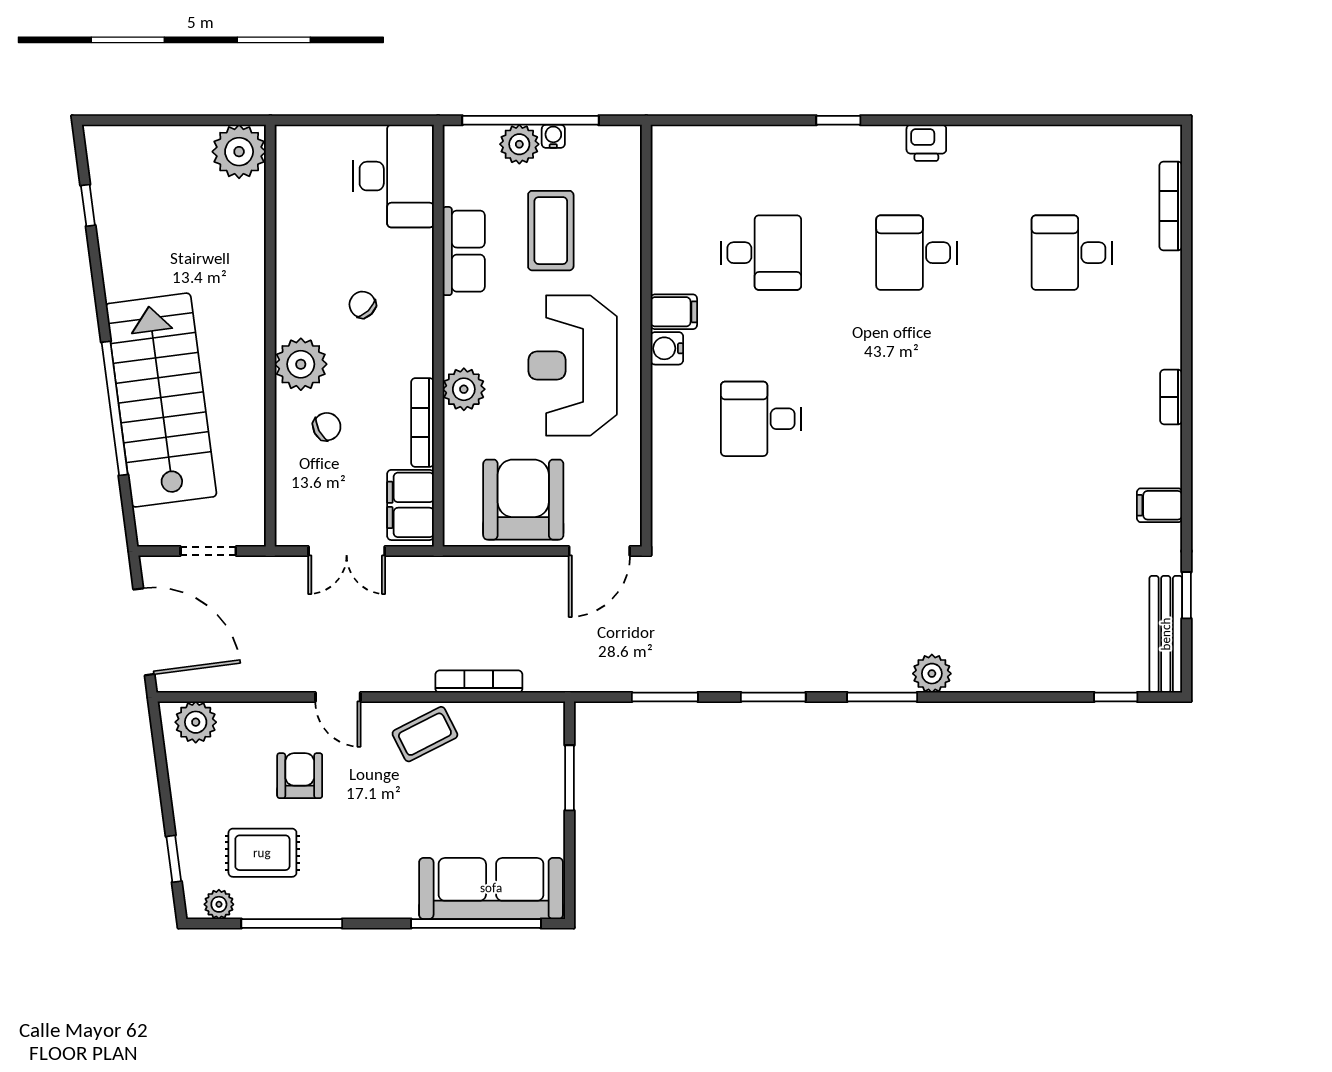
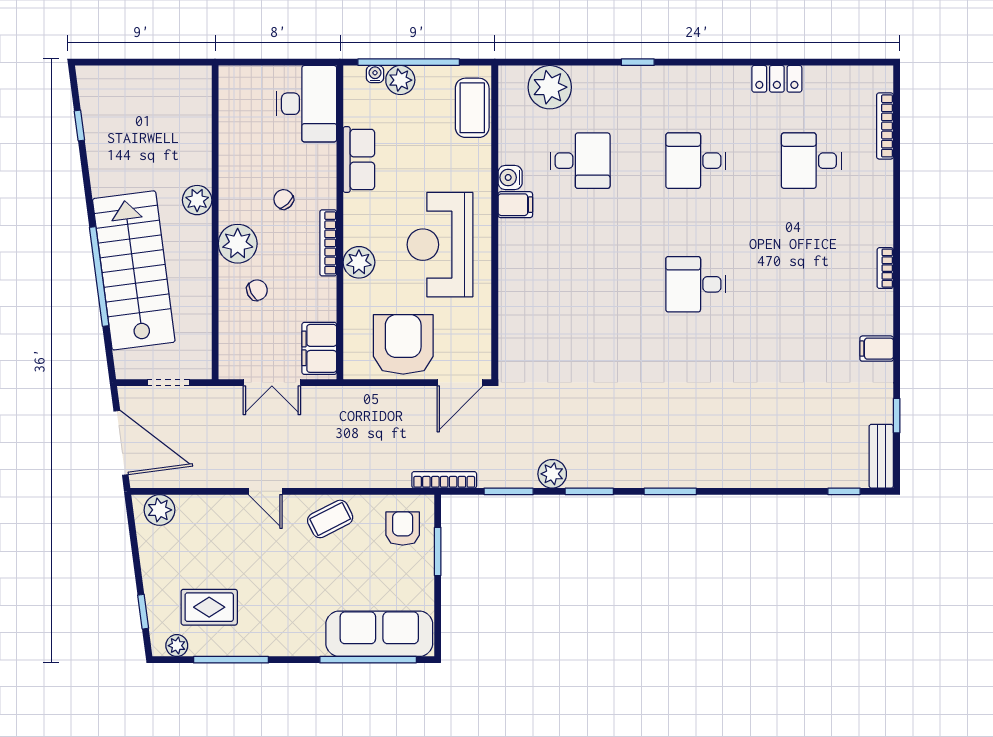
water cooler: (553, 136) -> (375, 74), moved
printer: (926, 143) -> (703, 79), removed
locker: (1025, 143) -> (777, 79), added
plant: (239, 152) -> (197, 200), moved, width x0.73, depth x0.73
plant: (720, 154) -> (550, 87), added
coffee table: (551, 231) -> (472, 108), moved
water cooler: (667, 348) -> (510, 177), moved
desk: (761, 419) -> (696, 284), moved
bookcase: (422, 423) -> (328, 243), moved
bench: (1166, 634) -> (881, 456), width x0.73
plant: (932, 674) -> (552, 474), moved
bookcase: (479, 682) -> (444, 480), moved
armchair: (300, 776) -> (403, 528), moved

